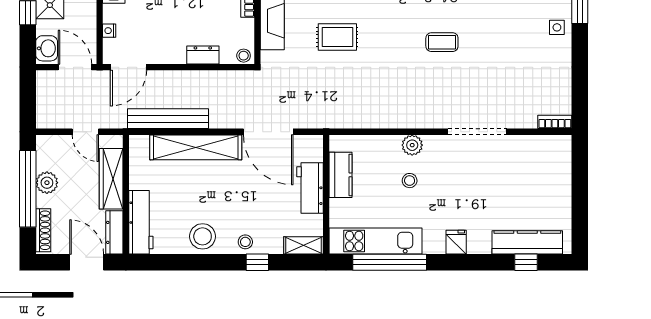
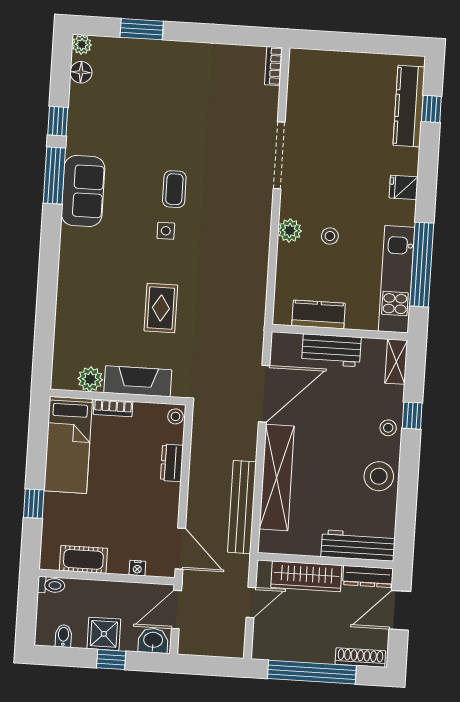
side table: (557, 27) -> (166, 231), moved
plant: (47, 183) -> (306, 650), removed

